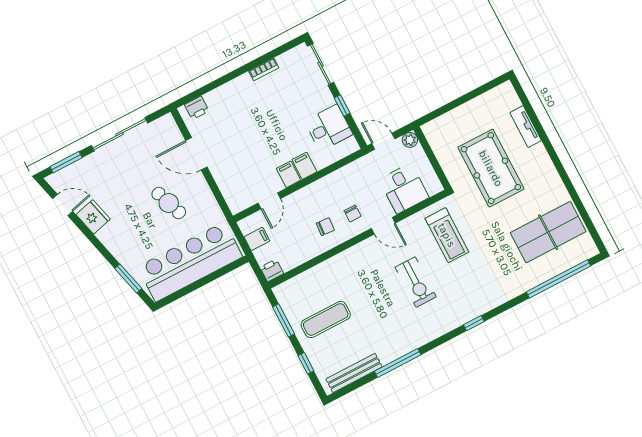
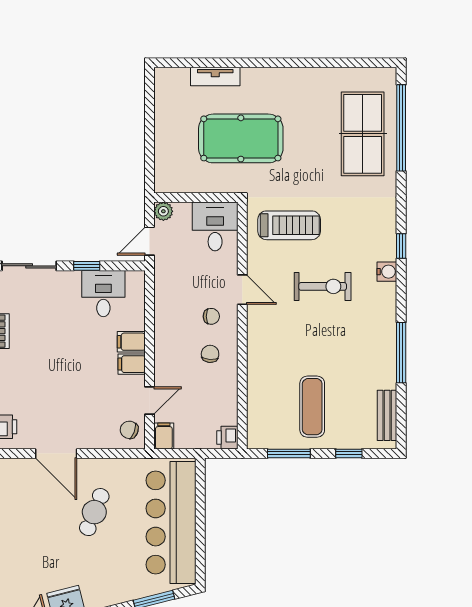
door: (196, 154) -> (56, 453), hinge flipped
desk: (404, 188) -> (215, 226), moved, turned -90
chair: (241, 197) -> (129, 430), added
door: (269, 201) -> (150, 400), hinge flipped
cafe table: (169, 203) -> (94, 512), turned -48
door: (383, 226) -> (242, 290), hinge flipped
table tennis table: (548, 232) -> (363, 134), moved
filing cabinet: (257, 239) -> (164, 436), moved
water cooler: (450, 322) -> (387, 272), added
bench: (354, 373) -> (387, 415), width x0.73

